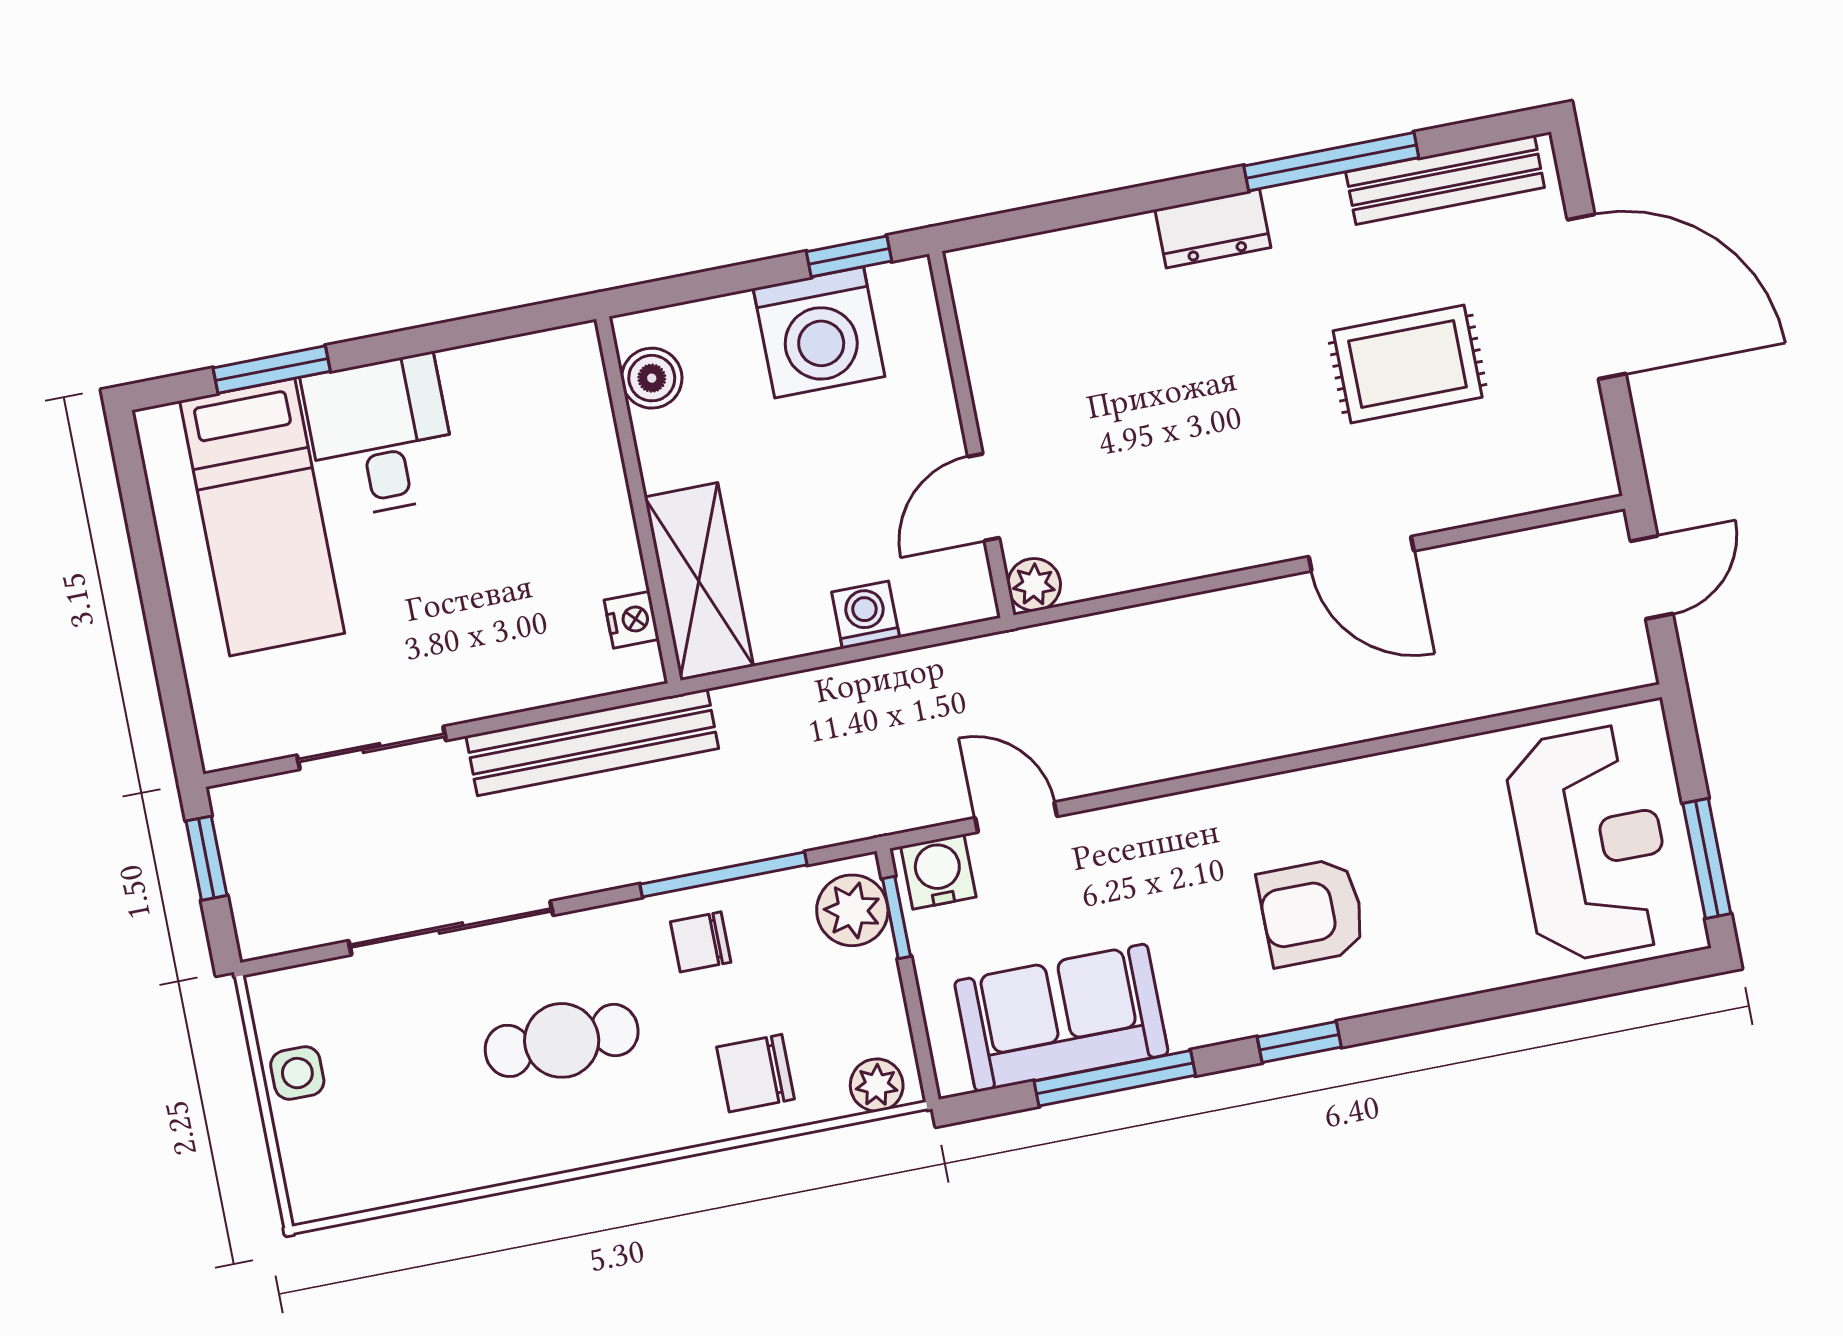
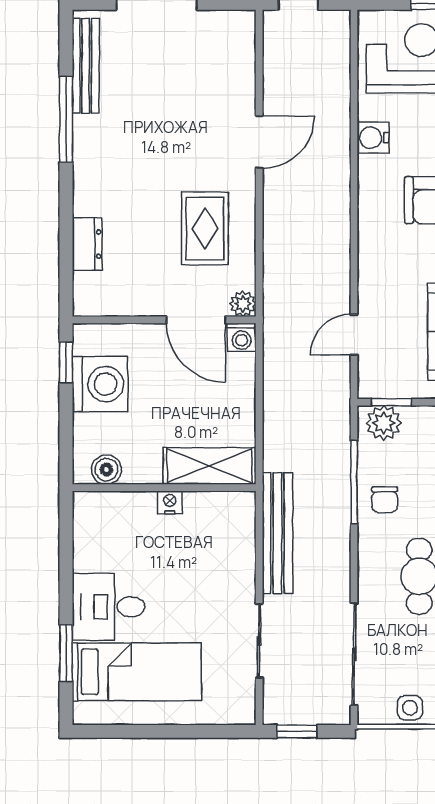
dresser: (1213, 228) -> (87, 244), moved
rug: (1408, 364) -> (205, 228), moved
door: (984, 497) -> (196, 320), width x1.38
washing machine: (866, 615) -> (242, 337), moved, turned -90
nightstand: (632, 620) -> (170, 502), moved
water cooler: (938, 872) -> (373, 138), moved
sliding door: (451, 928) -> (354, 654), moved

